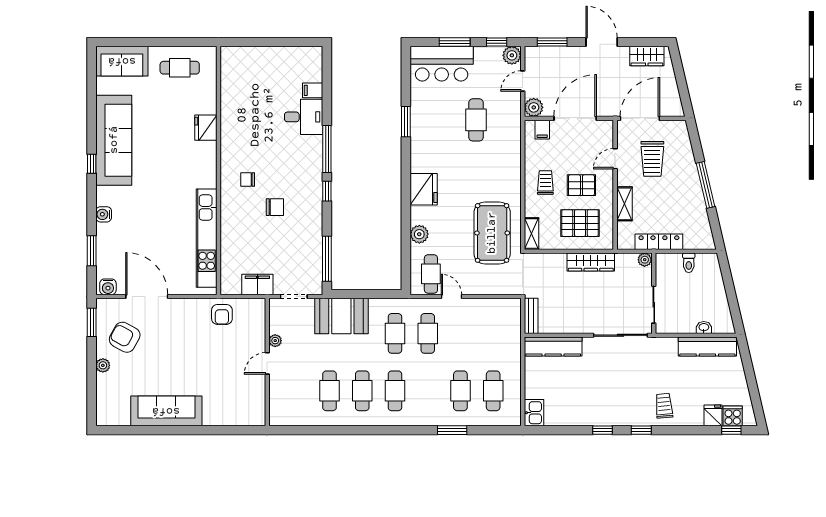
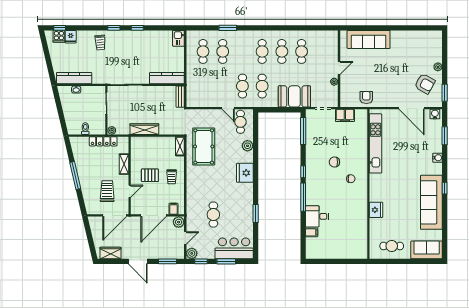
pallet: (580, 223) -> (151, 152), removed
sofa: (166, 411) -> (369, 39), moved

